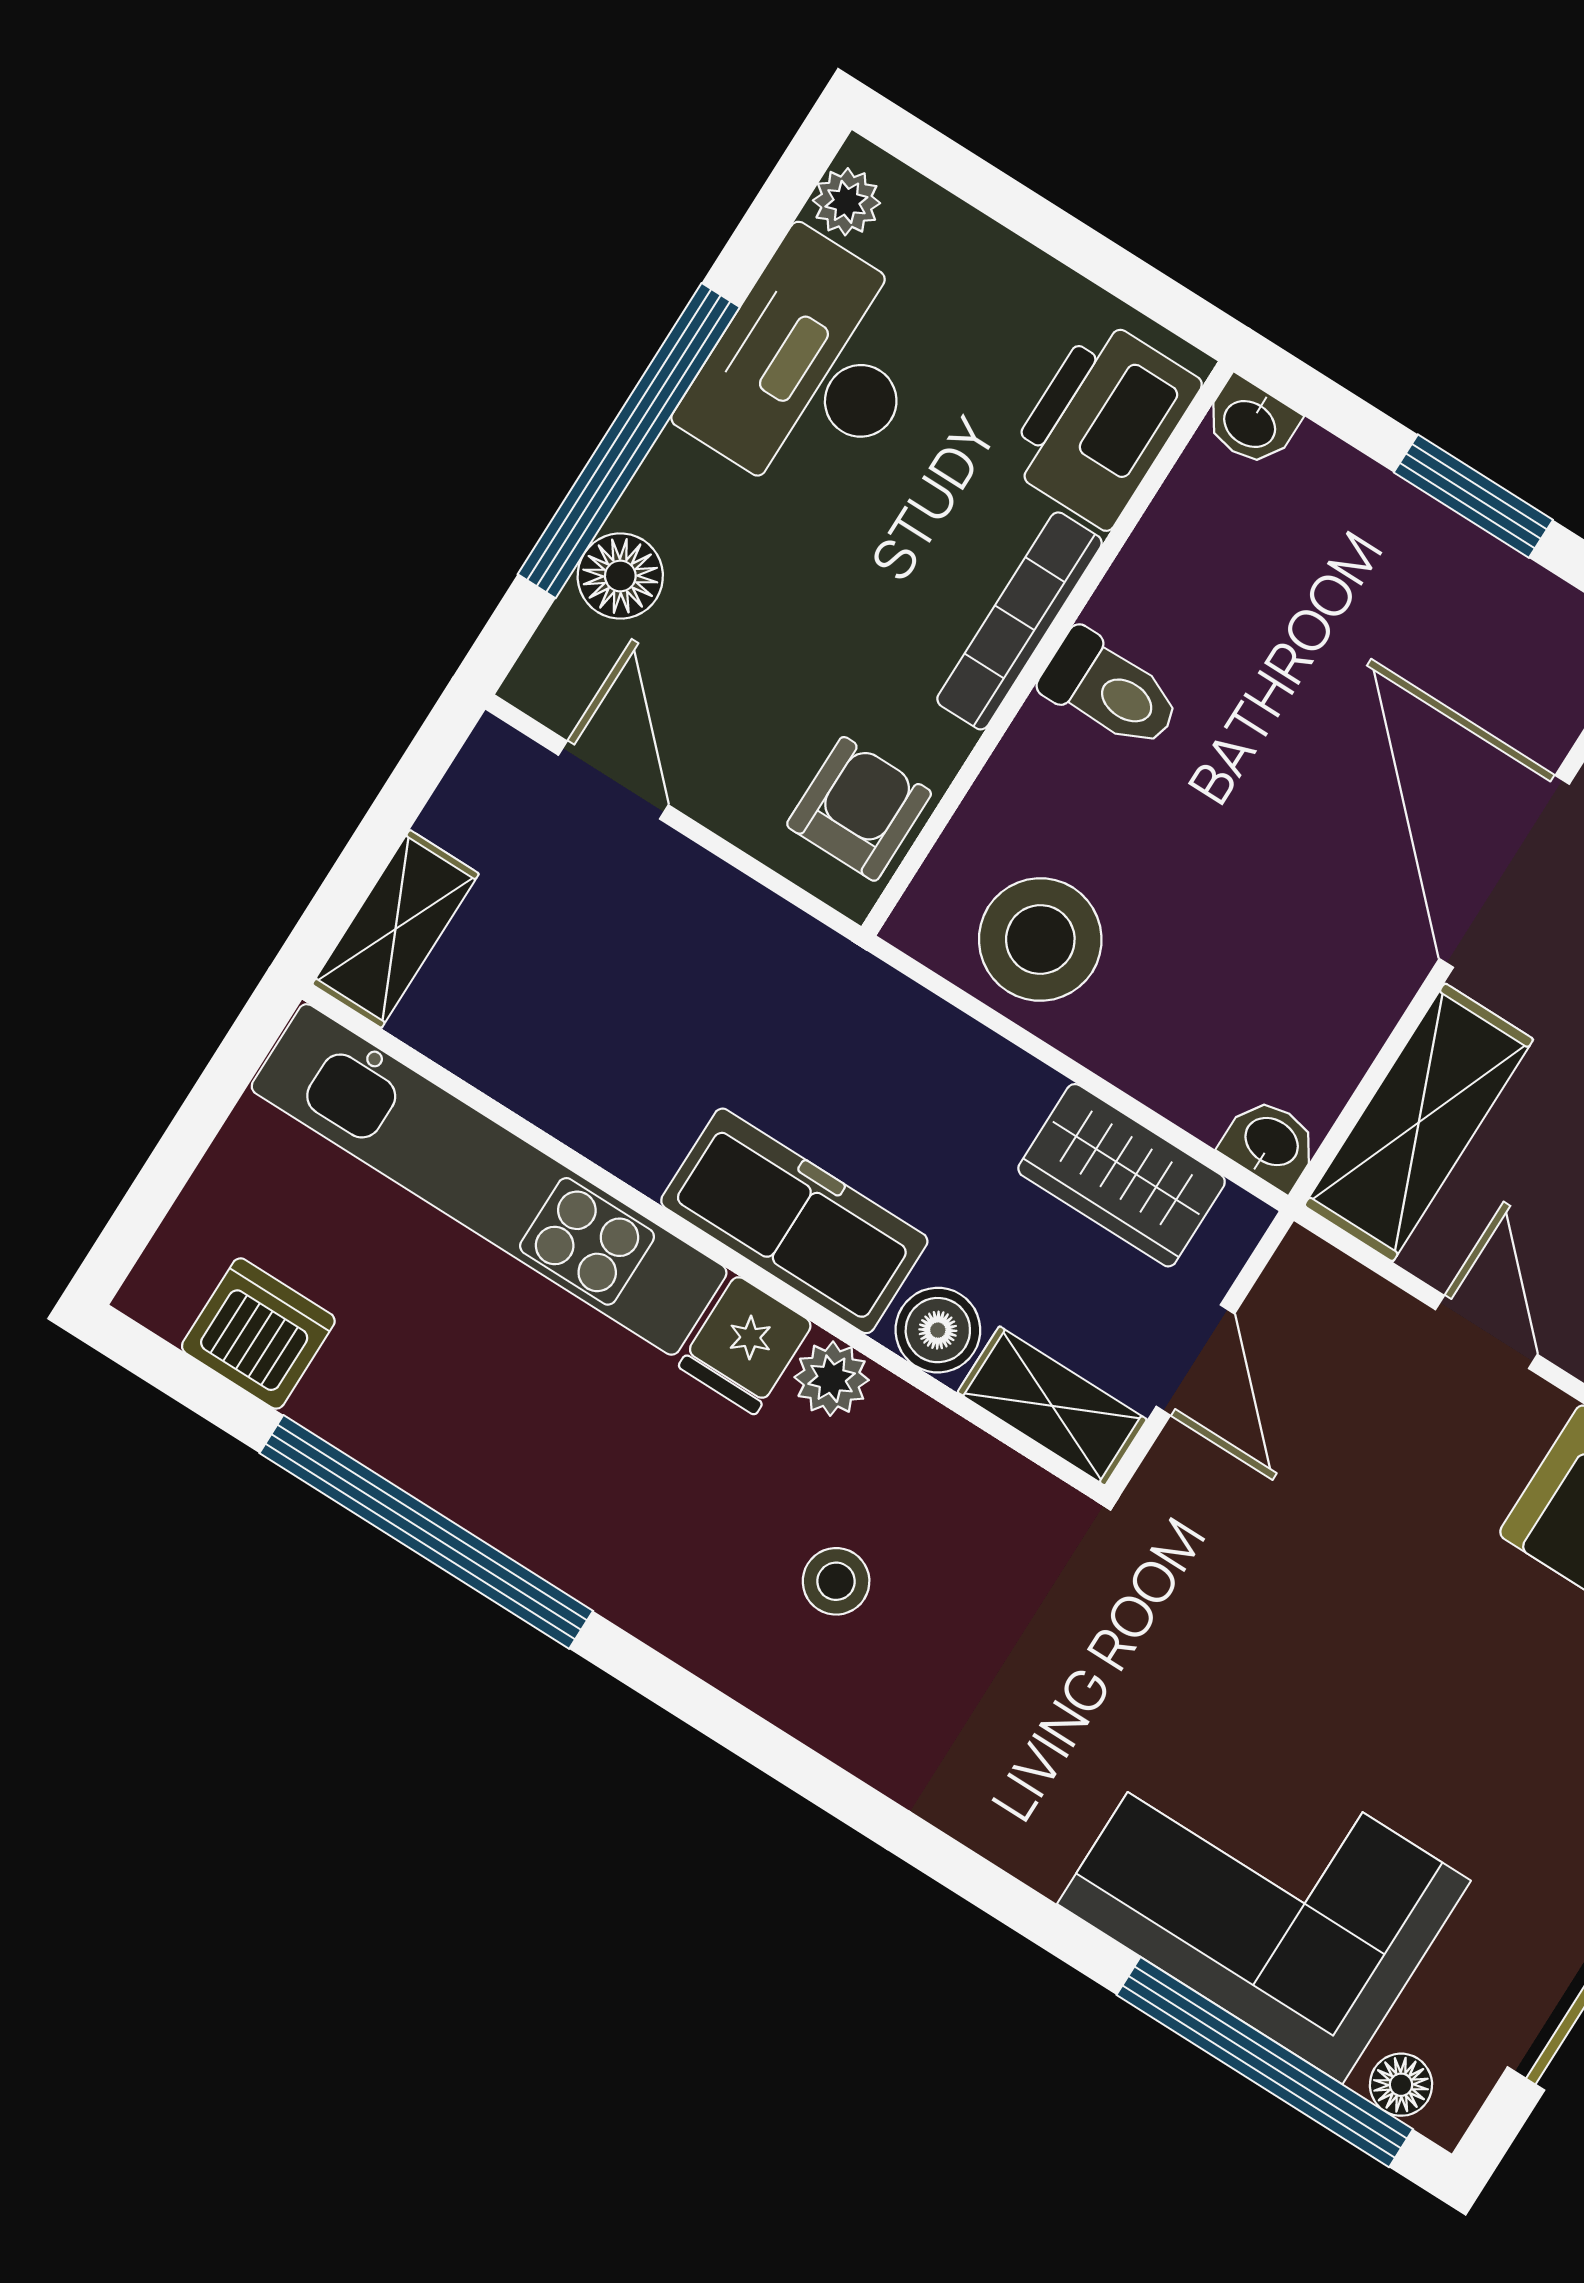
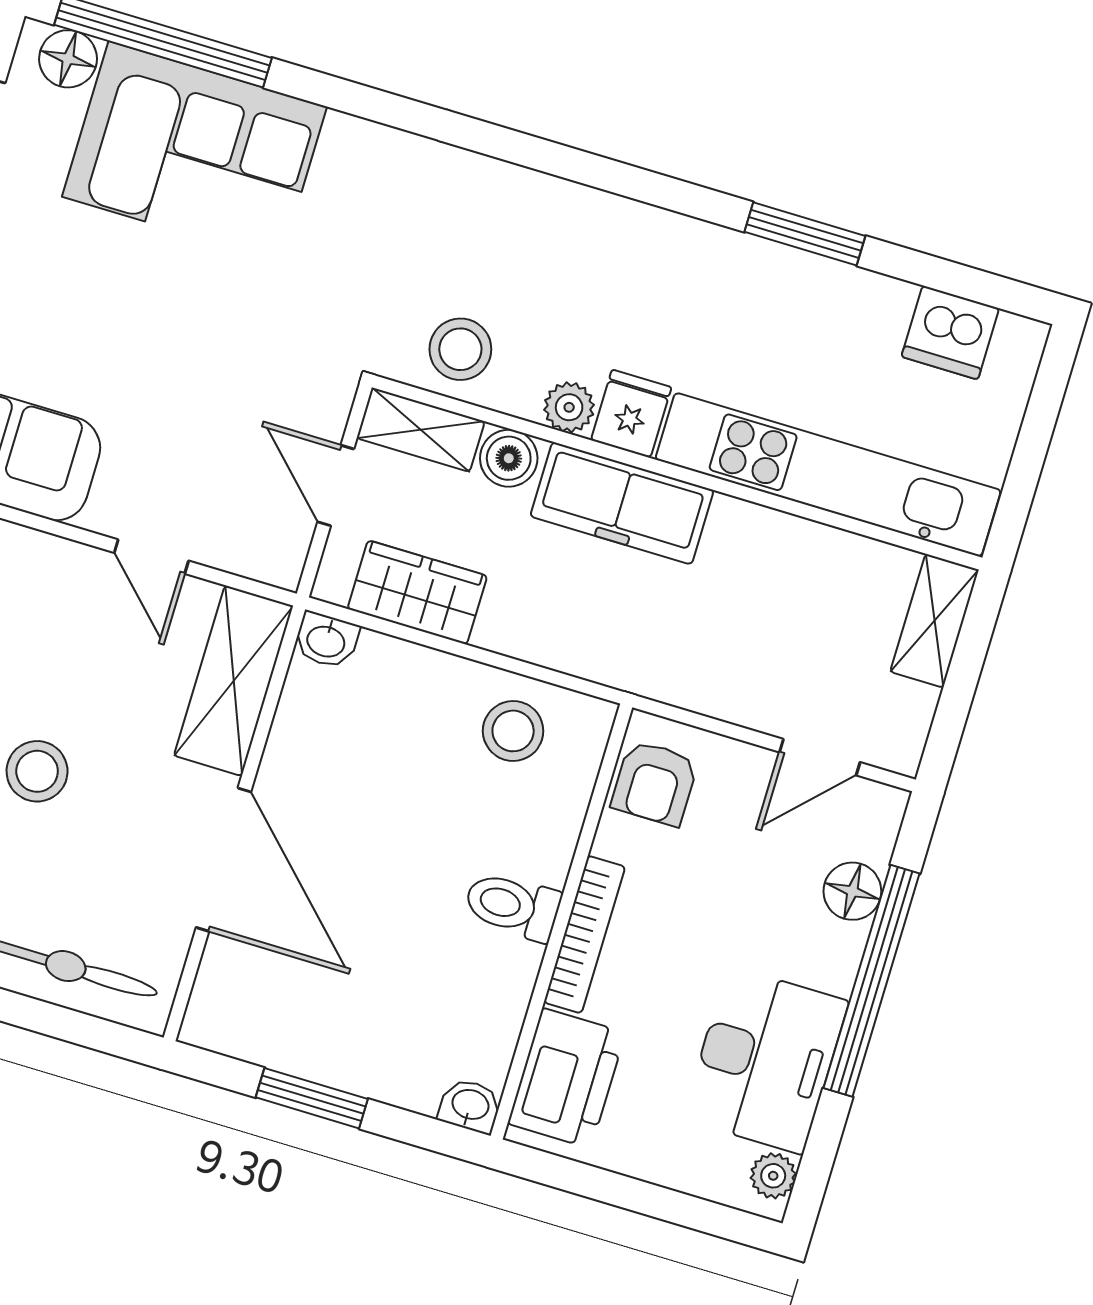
door: (613, 780) -> (820, 757), hinge flipped
stool: (1040, 940) -> (513, 731), width x0.73, depth x0.73
window: (426, 1532) -> (805, 234), width x0.47
stool: (836, 1581) -> (460, 349), moved, width x1.37, depth x1.37
floor lamp: (1401, 2085) -> (68, 59), width x1.37, depth x1.37

